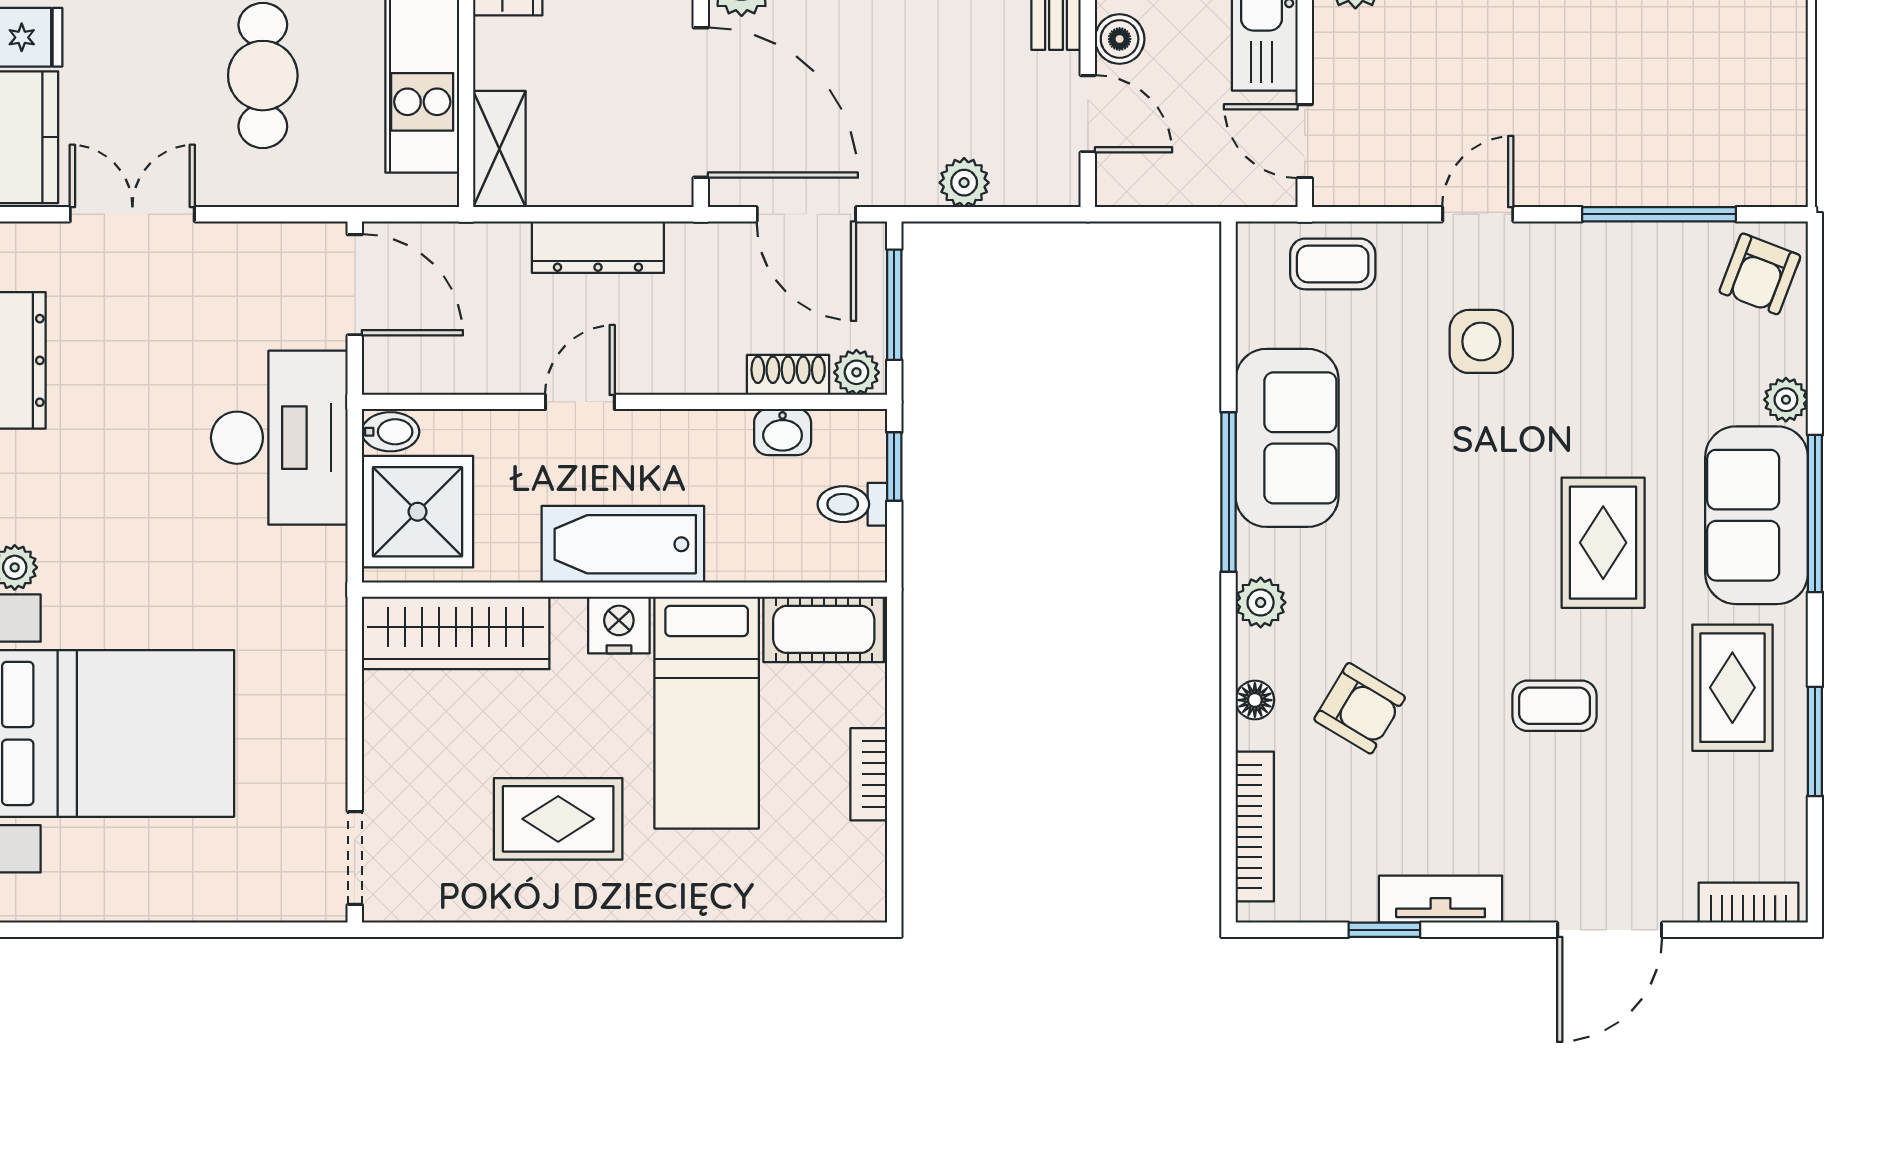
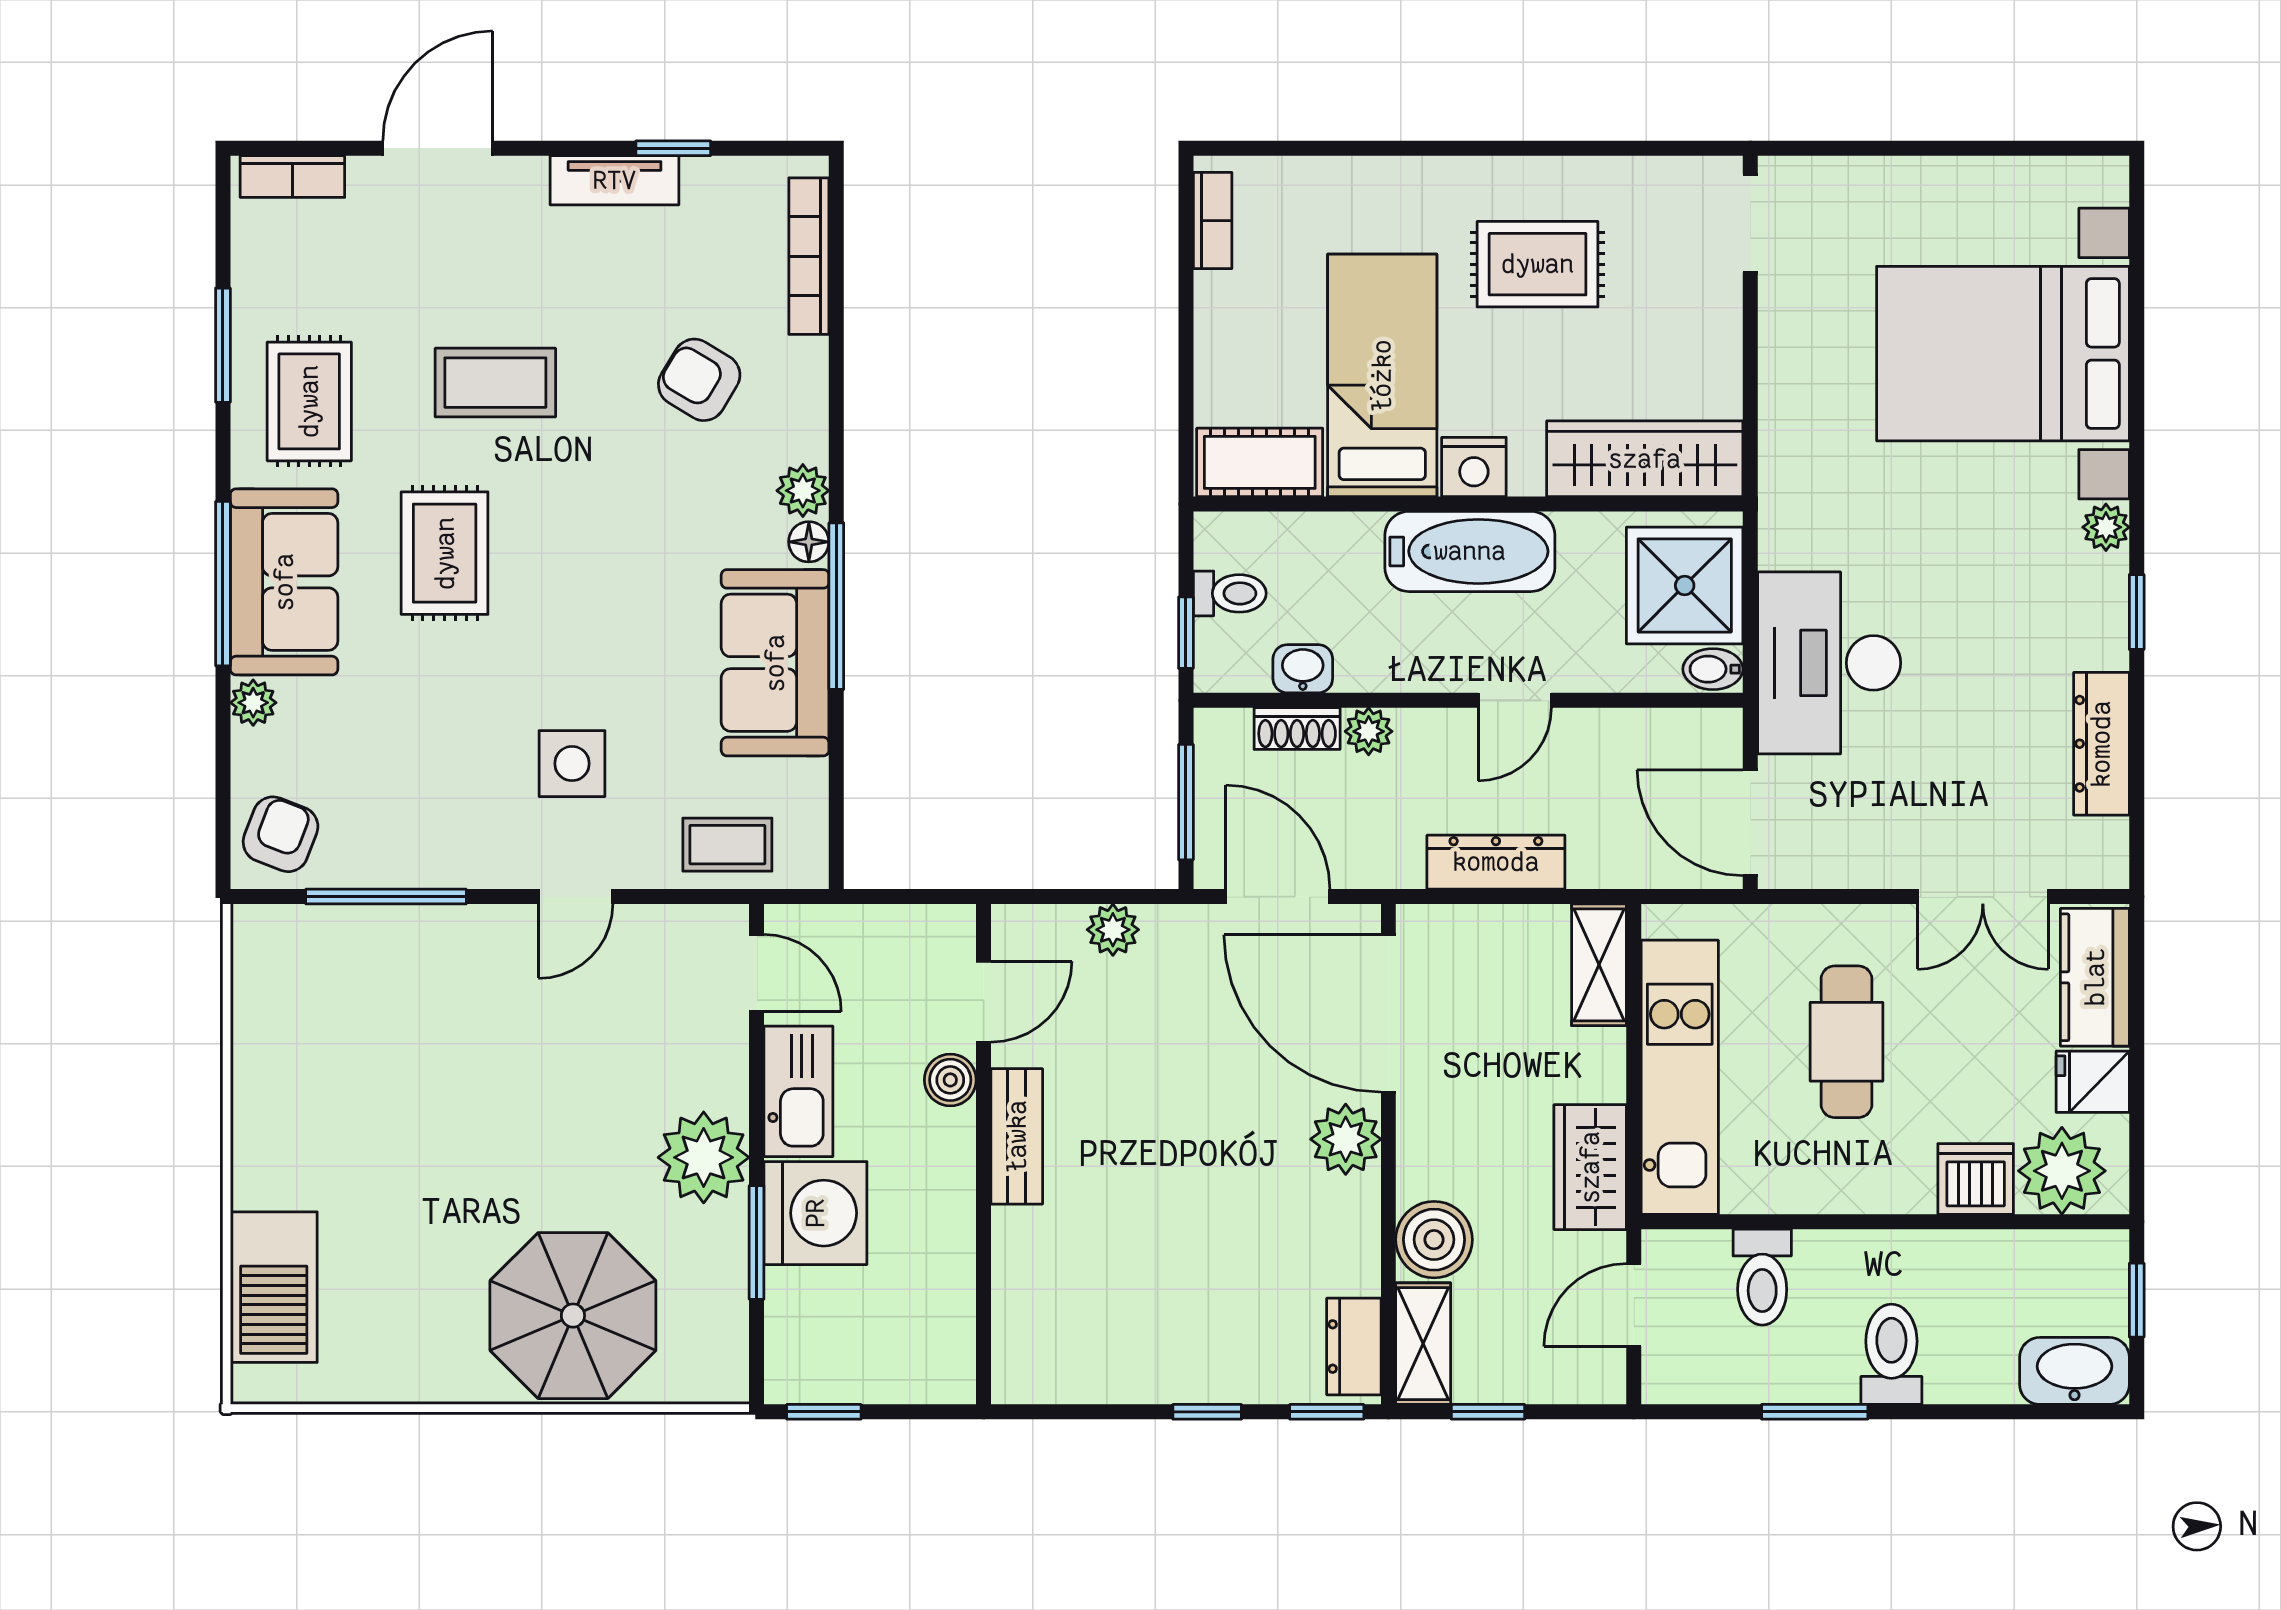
door: (1088, 114) -> (984, 1002), swing flipped
plant: (856, 372) -> (1369, 731), moved
floor lamp: (1255, 700) -> (809, 542), moved
coffee table: (1554, 706) -> (495, 383), width x1.36, depth x1.30
bookcase: (869, 774) -> (1213, 221), moved

